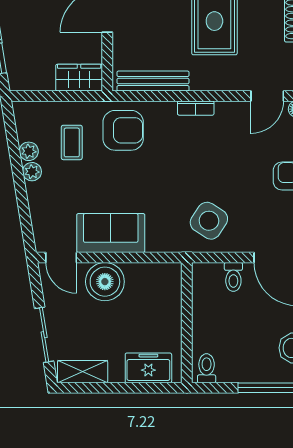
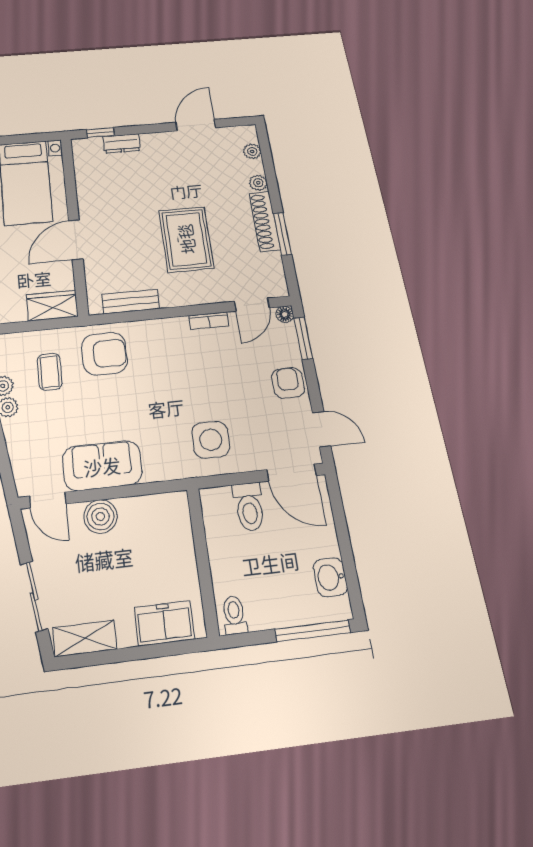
bench: (153, 81) -> (131, 302), width x0.73
bookcase: (196, 108) -> (209, 321), moved
side table: (209, 221) -> (211, 440), turned -33
toilet: (233, 277) -> (249, 507), width x1.37, depth x1.39
boiler: (105, 282) -> (100, 516), width x0.73, depth x0.73

